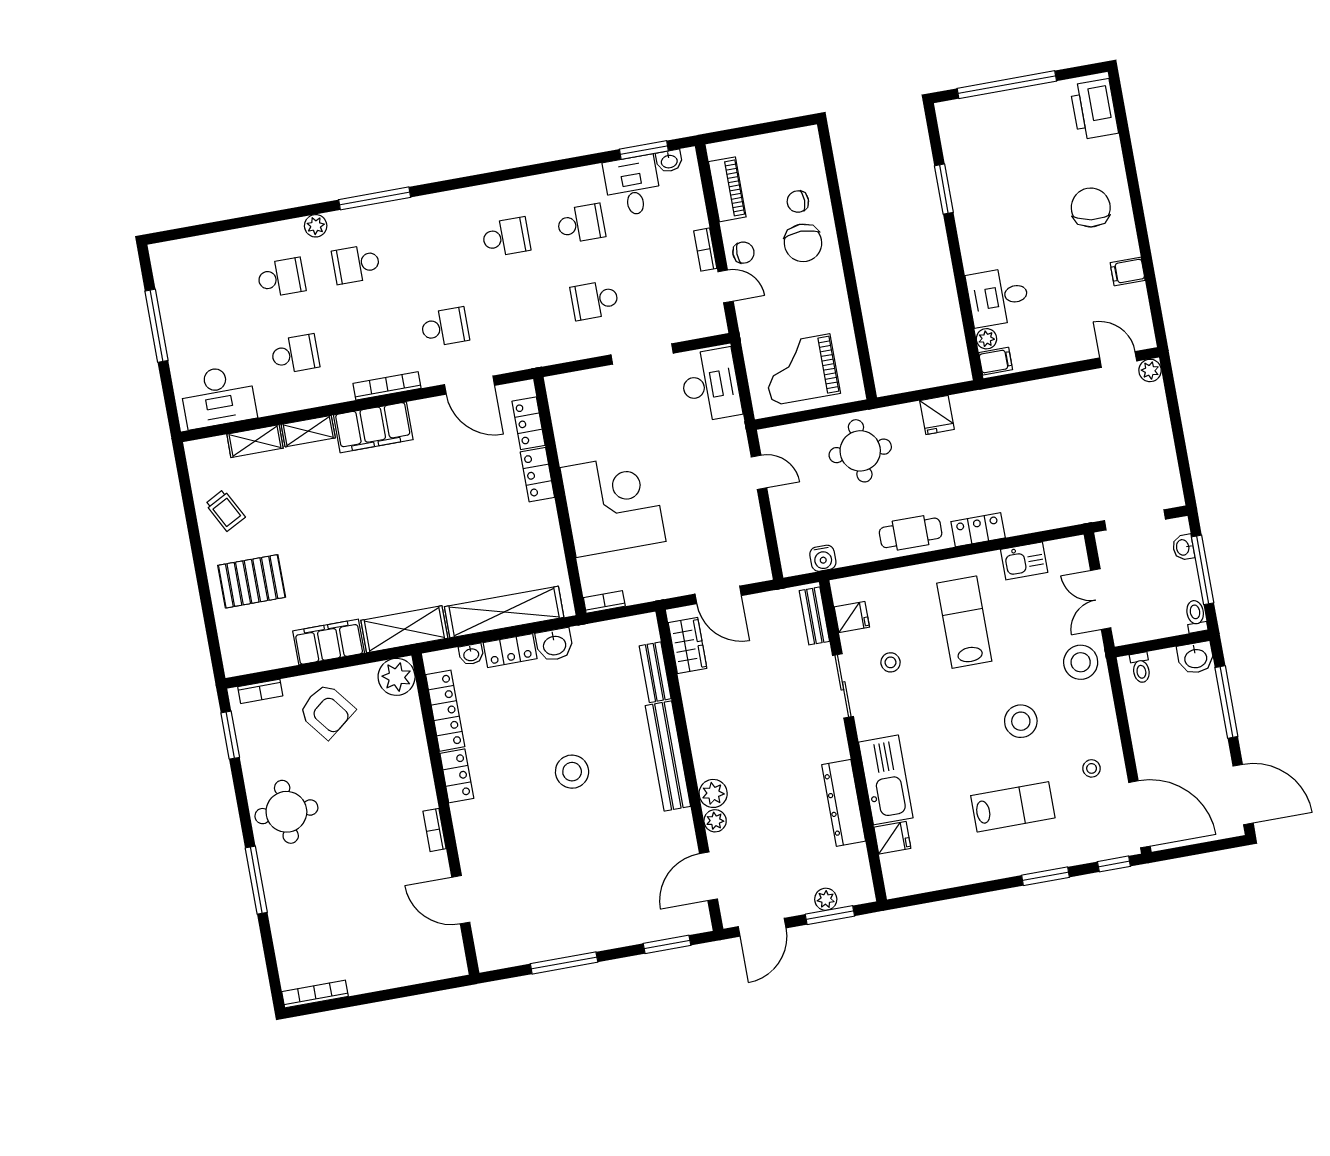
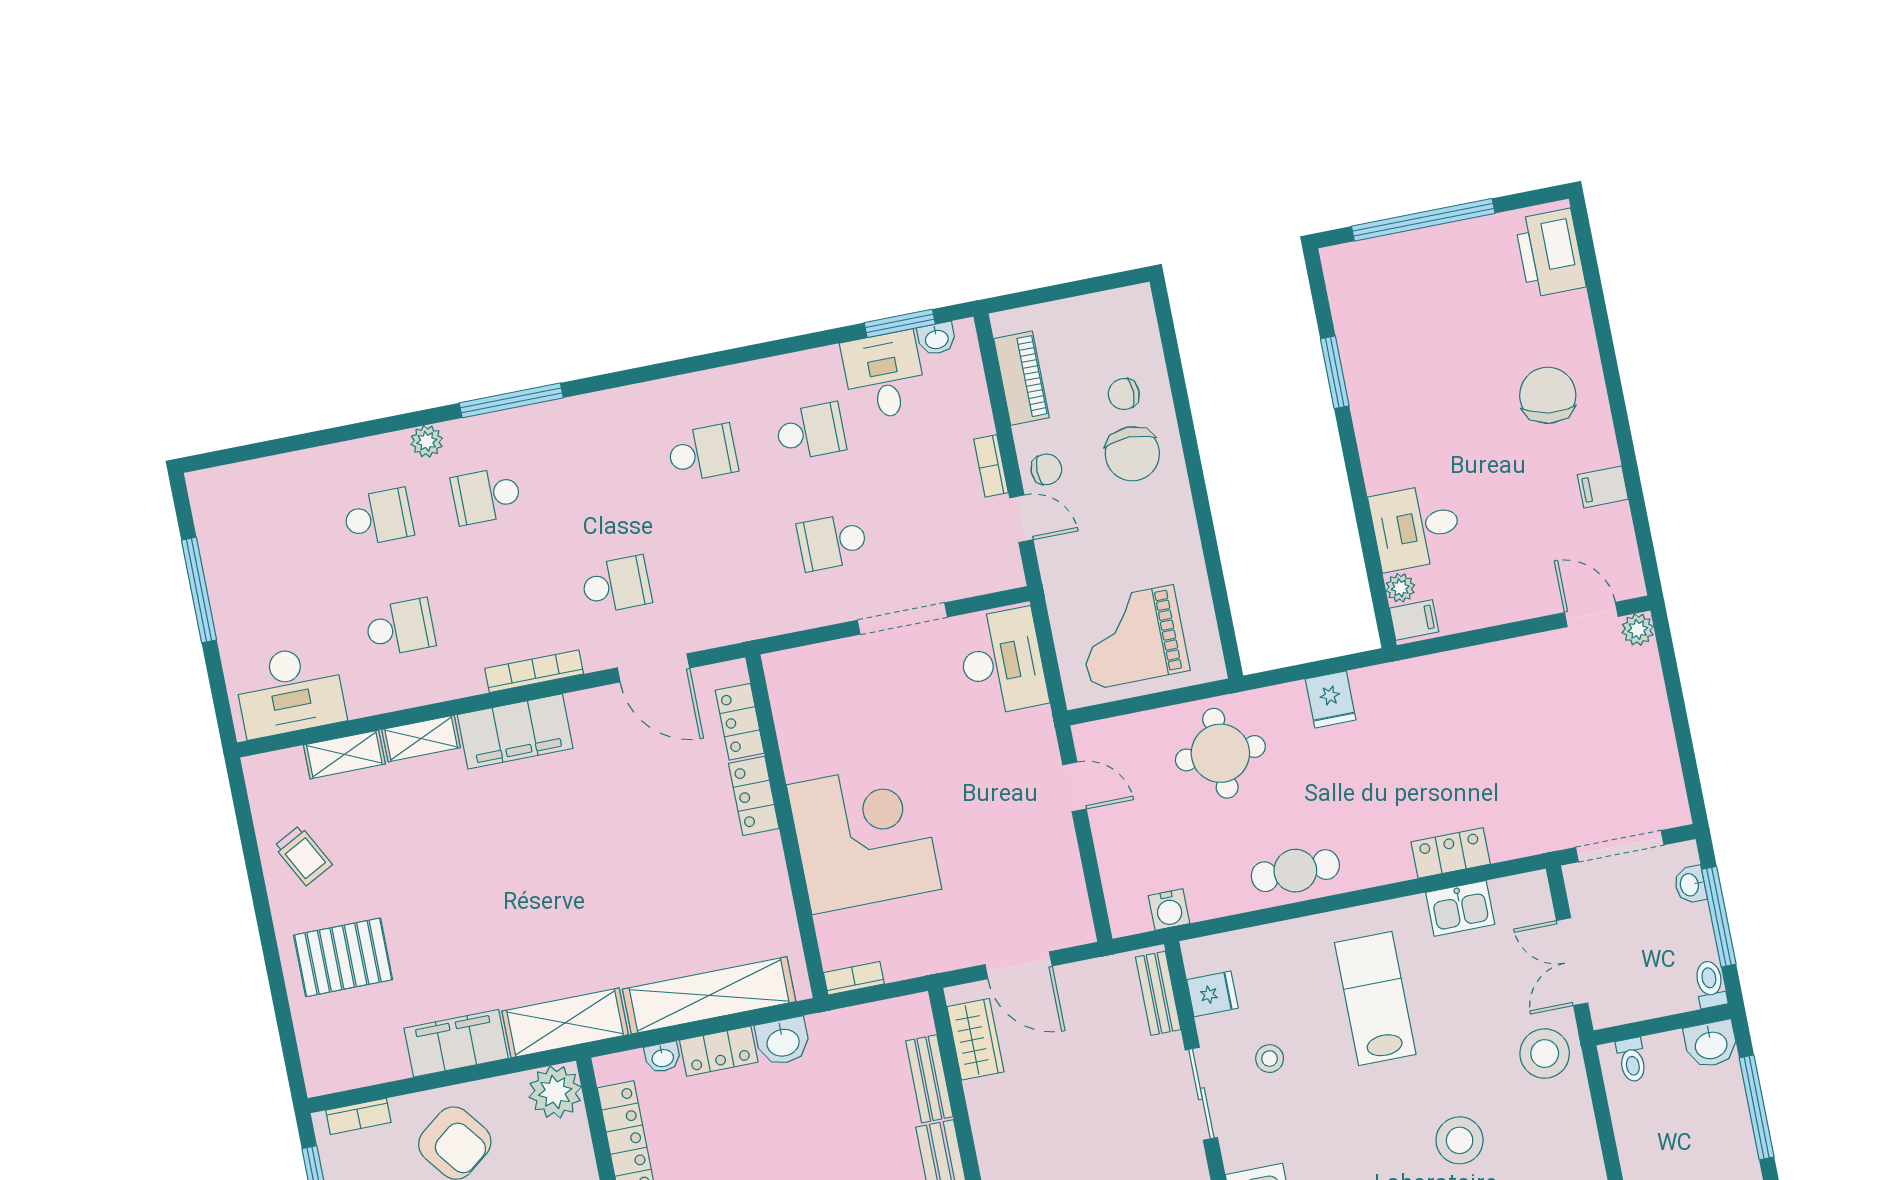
locker: (978, 530) -> (1451, 853), moved

